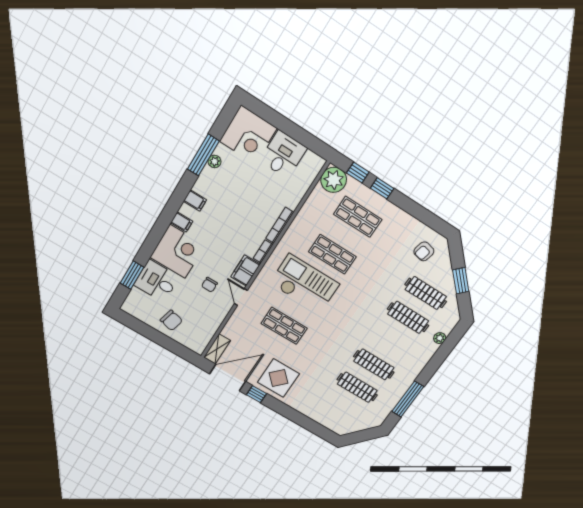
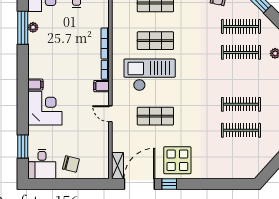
filing cabinet: (195, 201) -> (36, 63), removed
filing cabinet: (245, 271) -> (101, 86), width x0.50
desk: (156, 281) -> (42, 164), moved, turned -90
chair: (209, 285) -> (82, 119), removed

